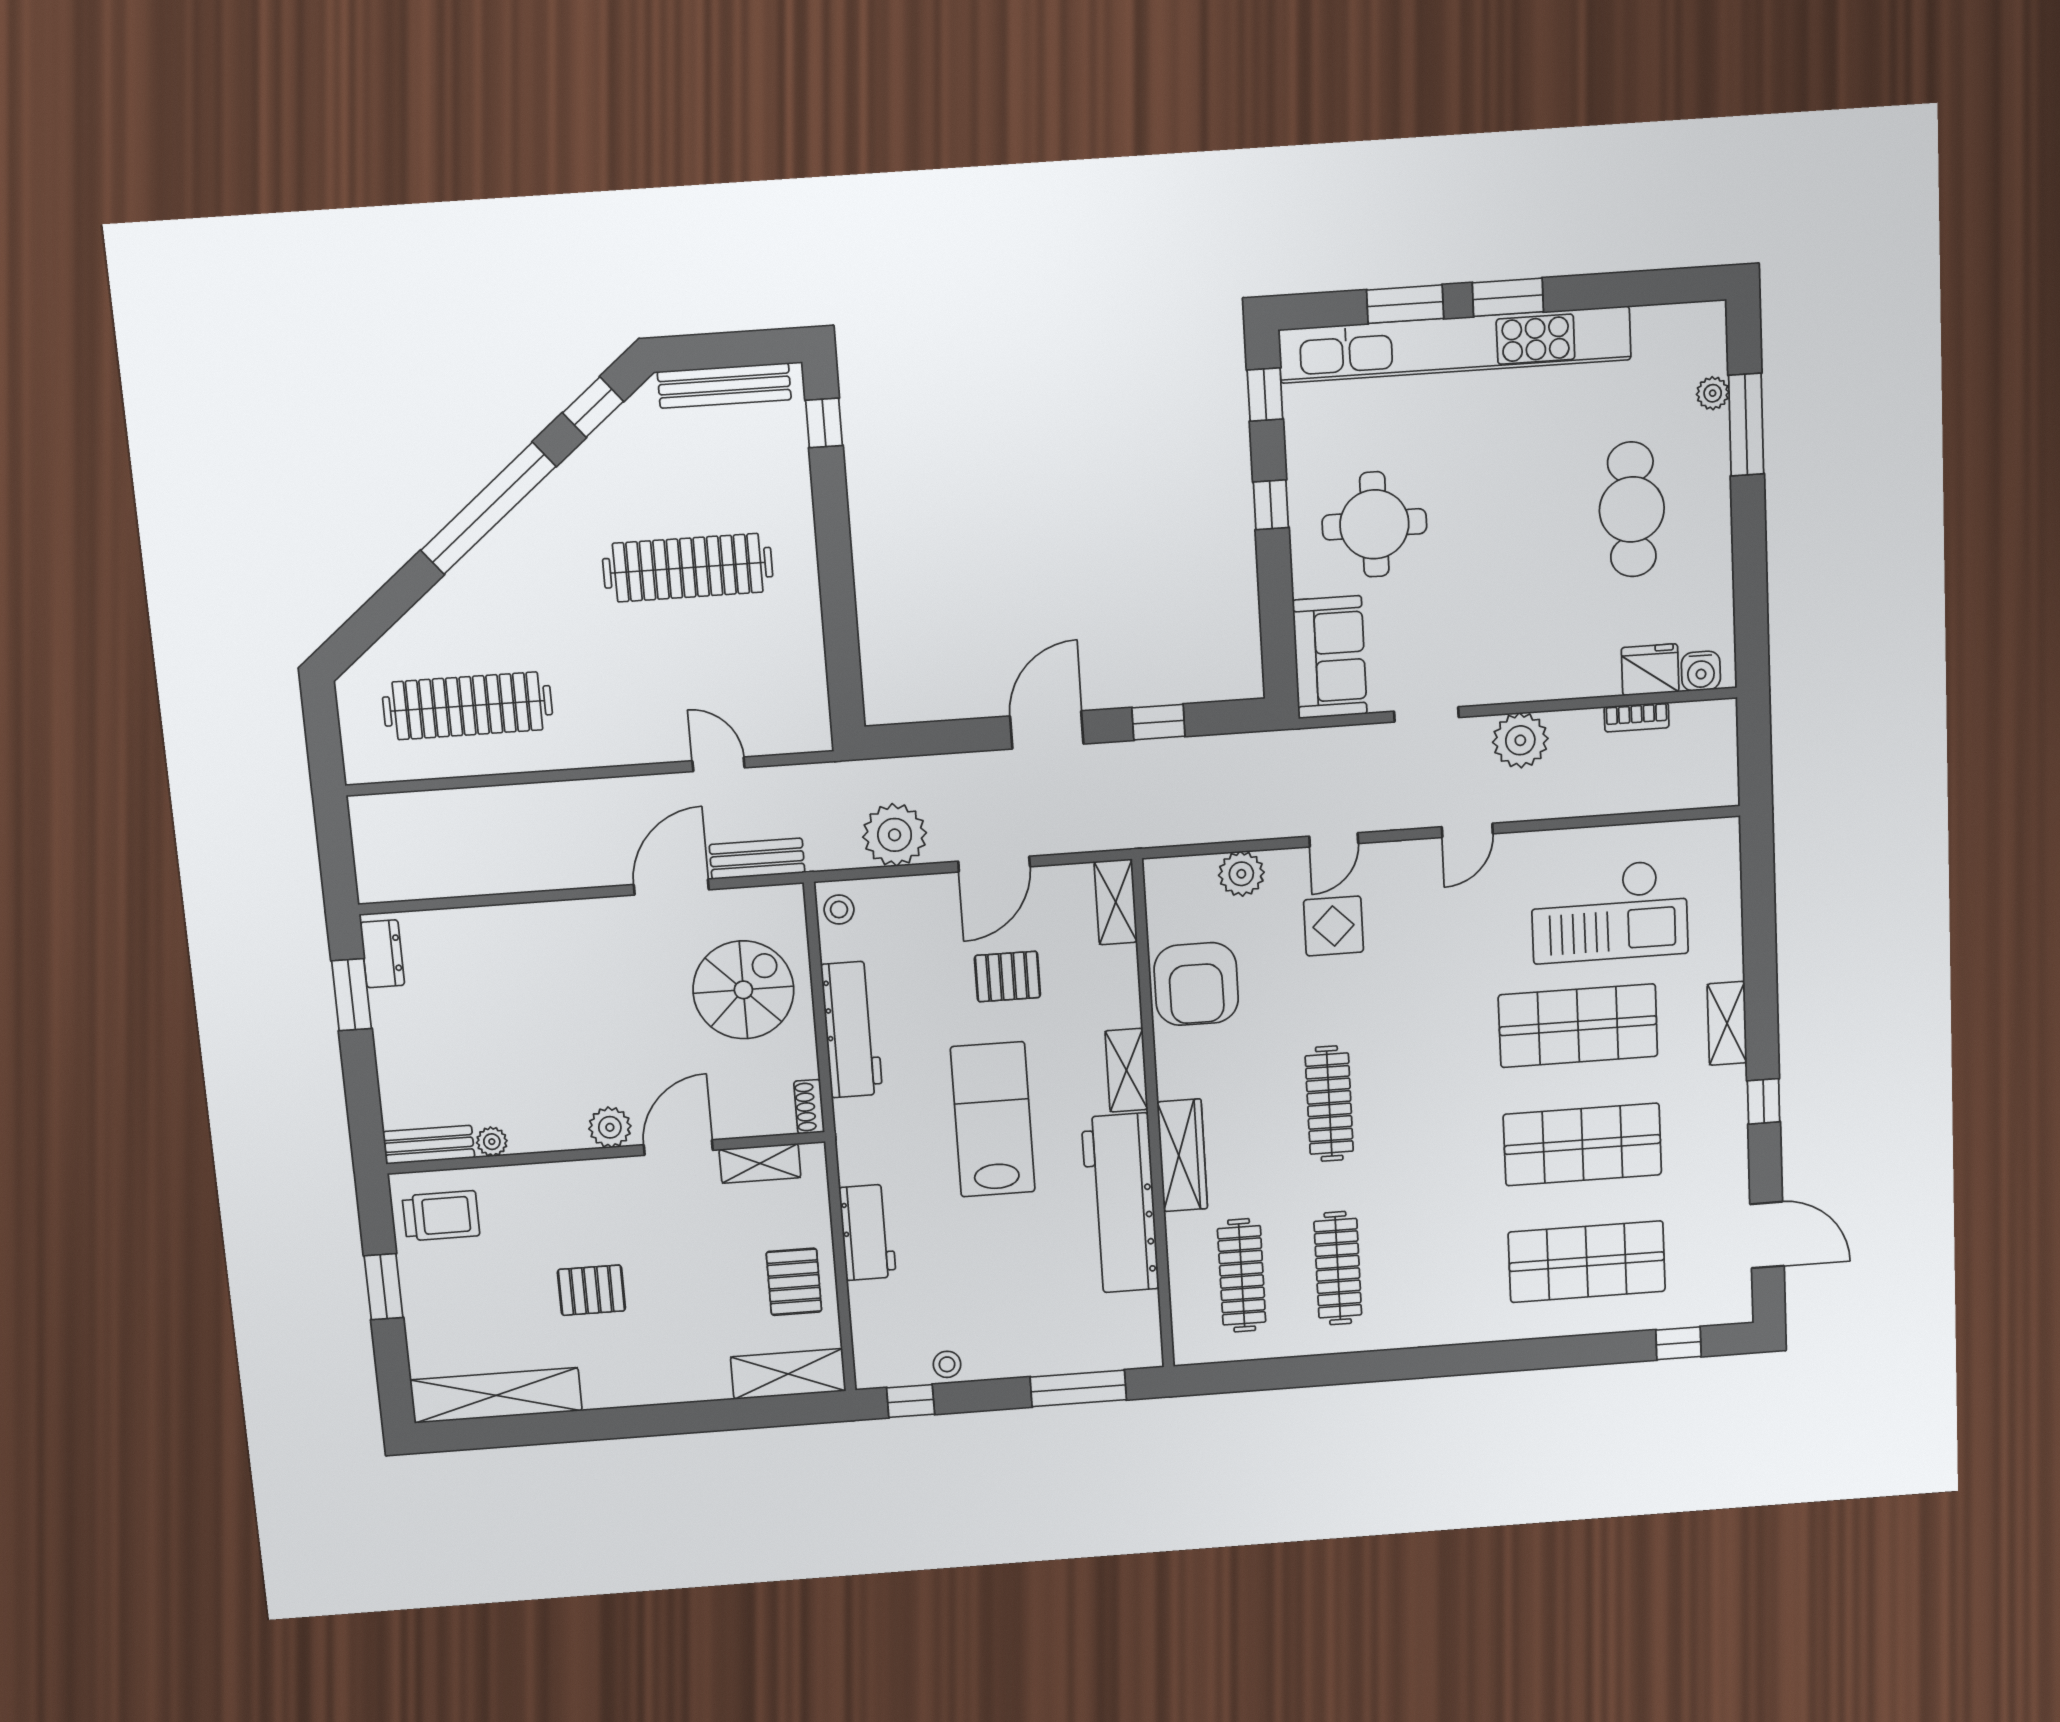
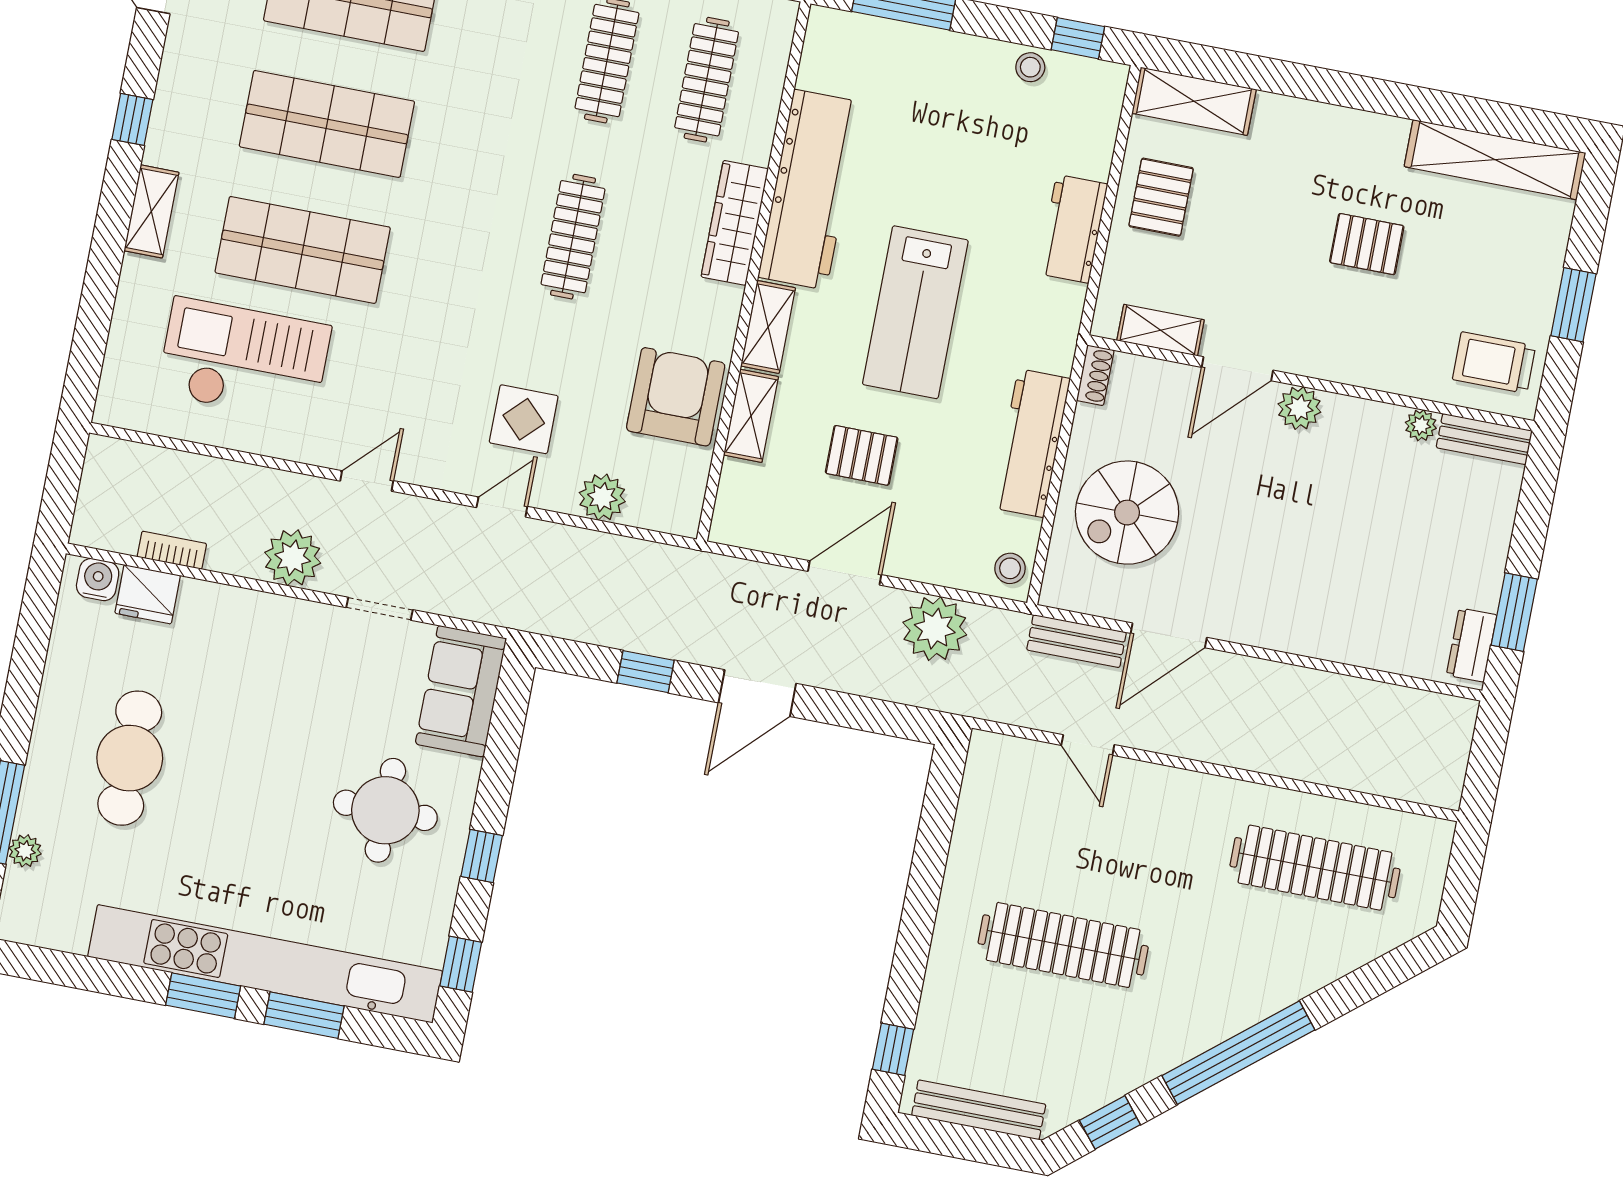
shelving: (1116, 902) -> (751, 416), moved

